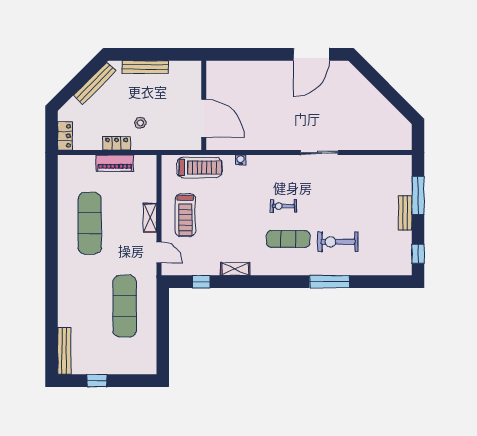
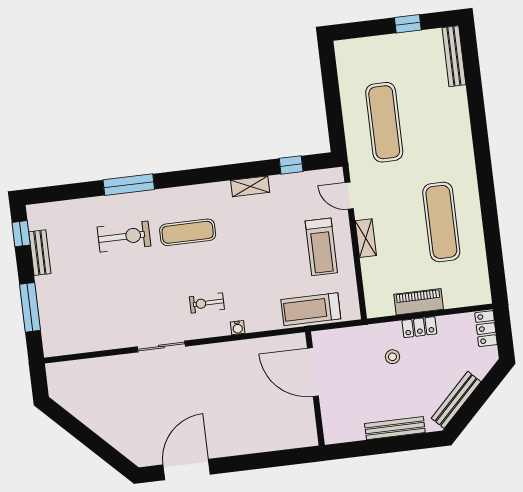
water cooler: (241, 160) -> (238, 328), moved
exercise bike: (284, 206) -> (207, 303), moved, turned 180
bench: (405, 213) -> (40, 253), moved
treadmill: (185, 215) -> (321, 247), turned 180

